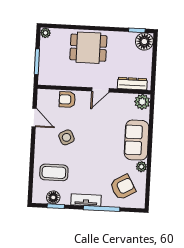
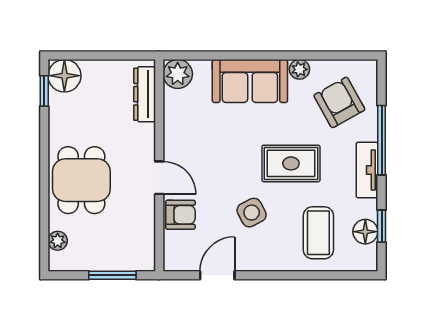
plant: (45, 33) -> (58, 241), moved
door: (100, 90) -> (159, 178), moved
armchair: (67, 99) -> (180, 215), turned -90
rug: (92, 160) -> (291, 163), added

